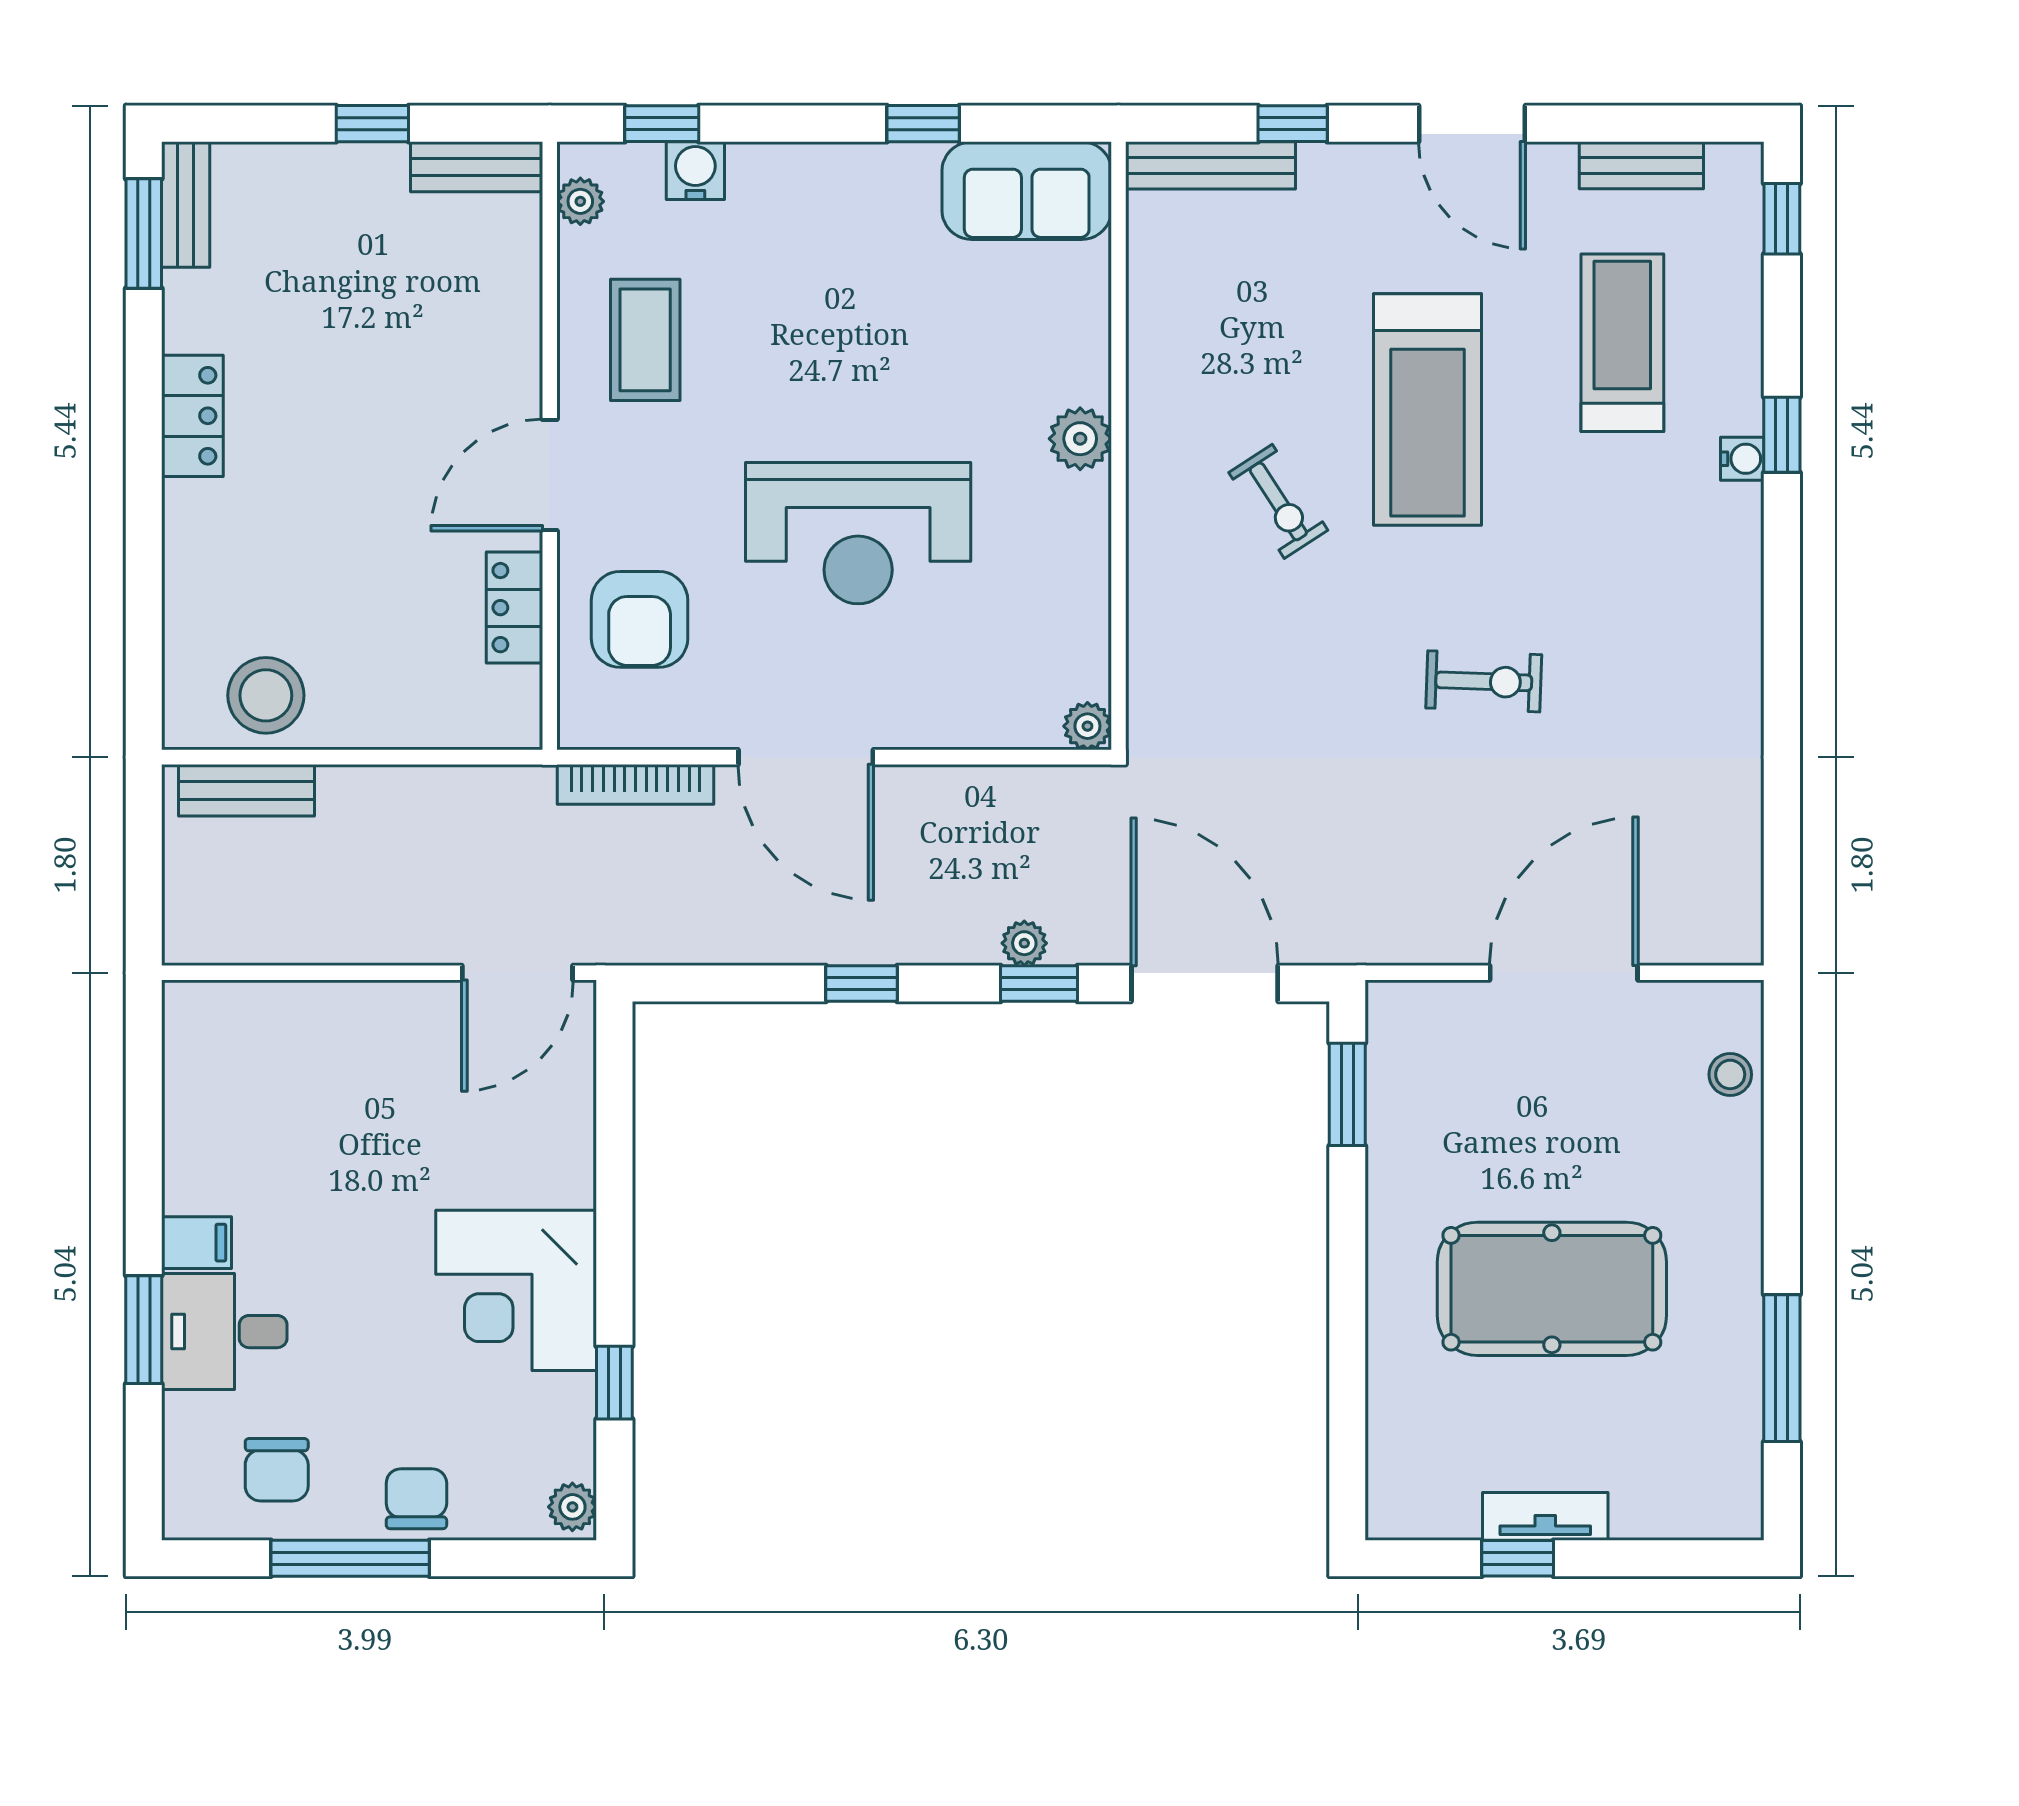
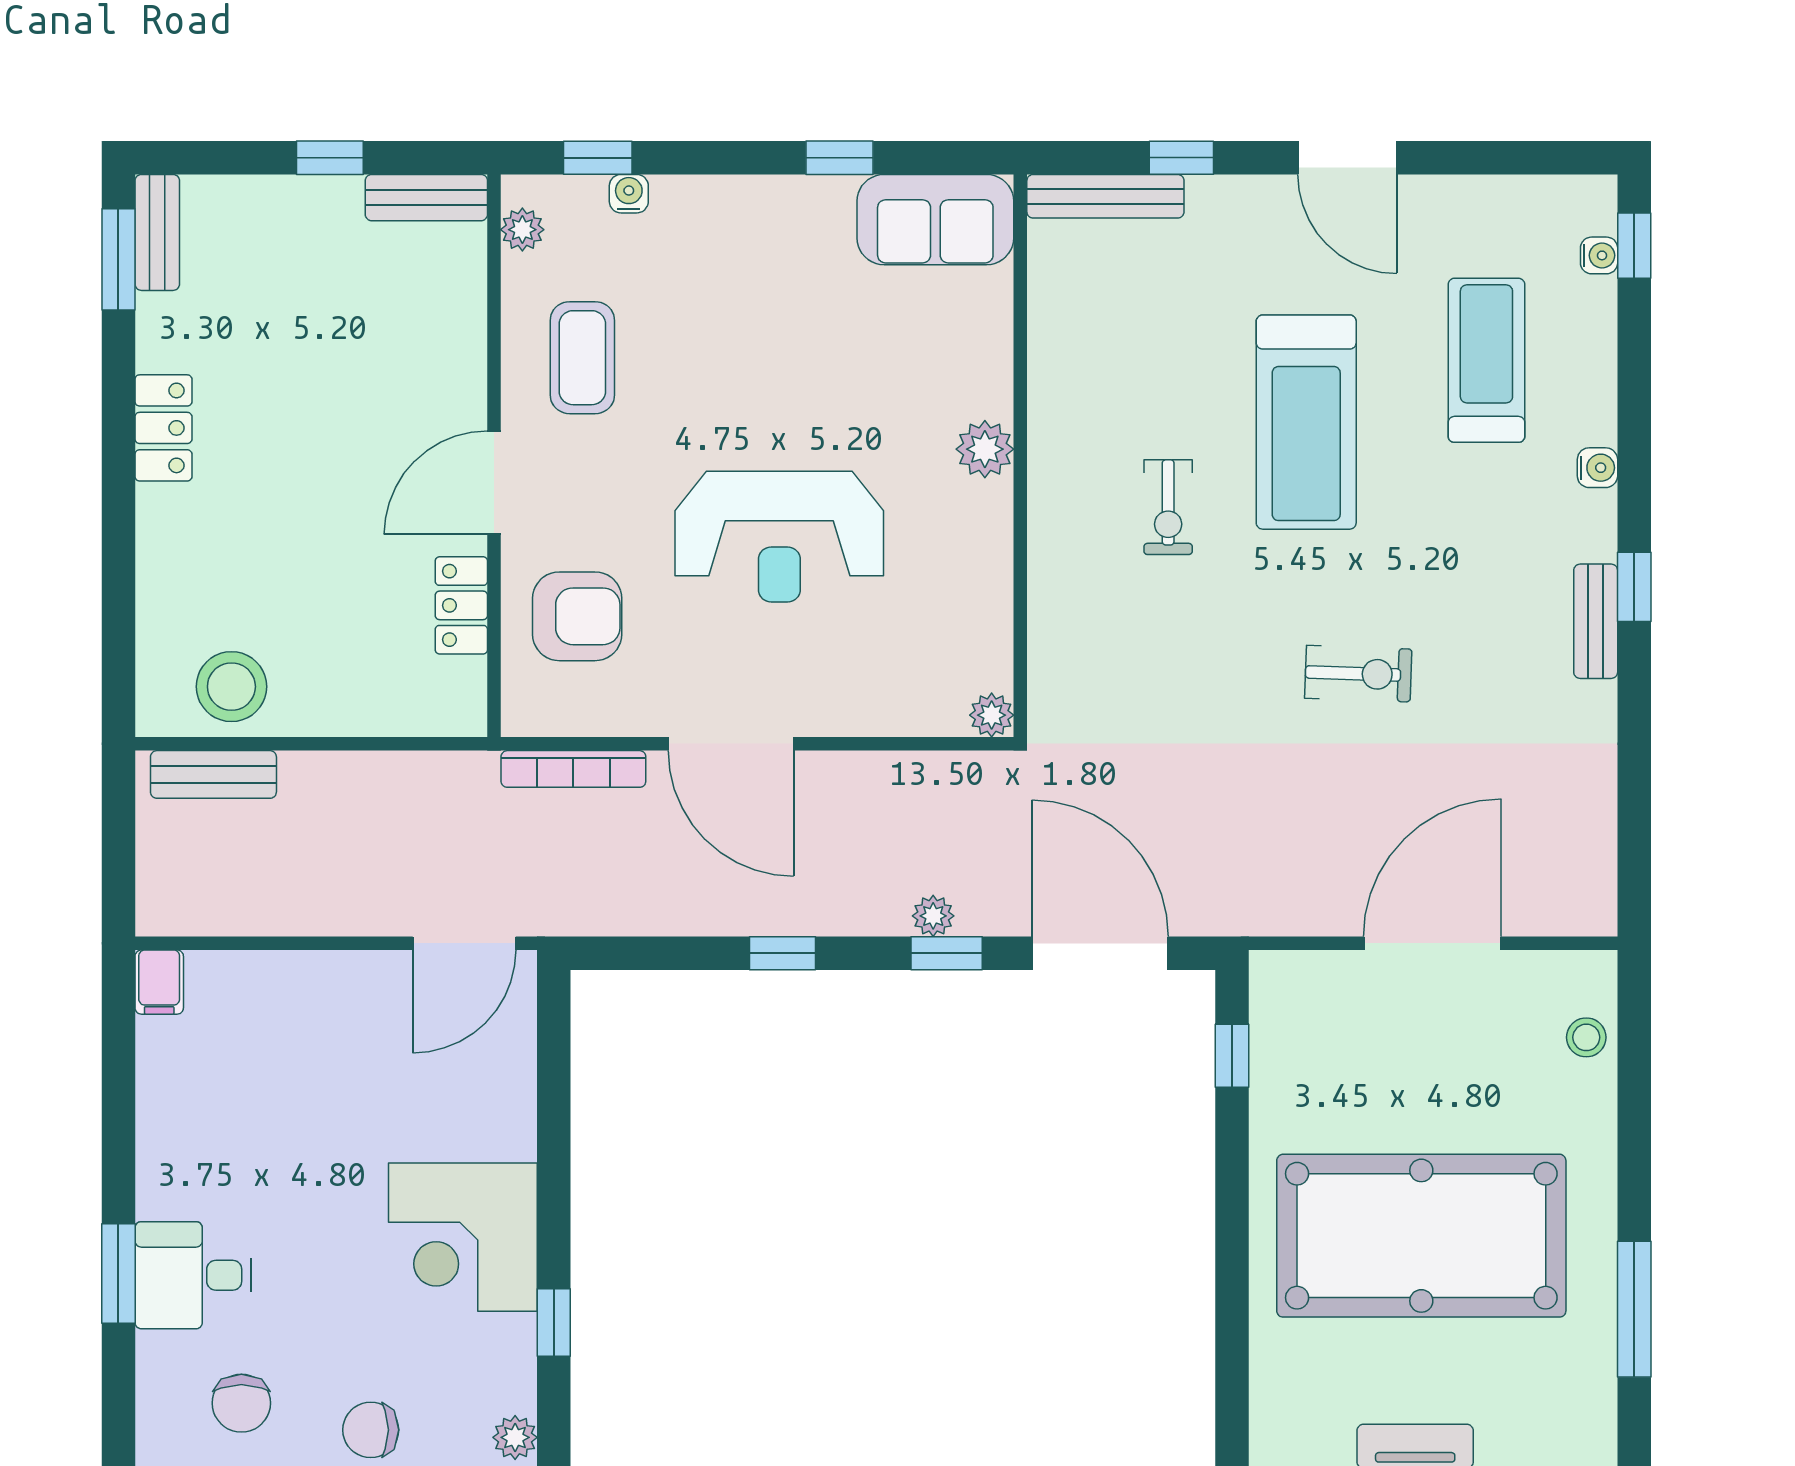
bench: (1641, 165) -> (1596, 621), moved, turned 90
water cooler: (695, 171) -> (629, 194), width x0.72, depth x0.72
water cooler: (1744, 229) -> (1599, 255), added
window: (1782, 435) -> (1634, 587), moved
exercise bike: (1278, 501) -> (1168, 507), turned 33
armchair: (640, 619) -> (577, 616), turned -90
window: (1347, 1094) -> (1232, 1056), width x0.67
filing cabinet: (197, 1243) -> (159, 982), moved, turned 90
pool table: (1552, 1289) -> (1421, 1236), width x1.36, depth x1.32
chair: (416, 1499) -> (371, 1430), turned -90

